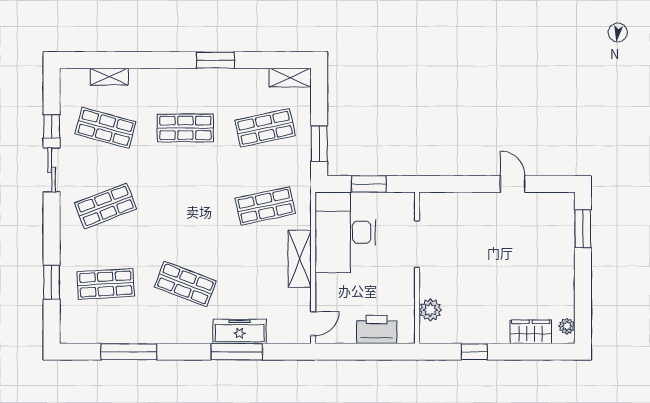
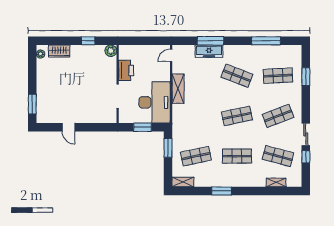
shop shelf: (265, 206) -> (237, 116), moved
plant: (430, 310) -> (111, 51), moved
printer: (377, 329) -> (126, 70), moved, turned -90

